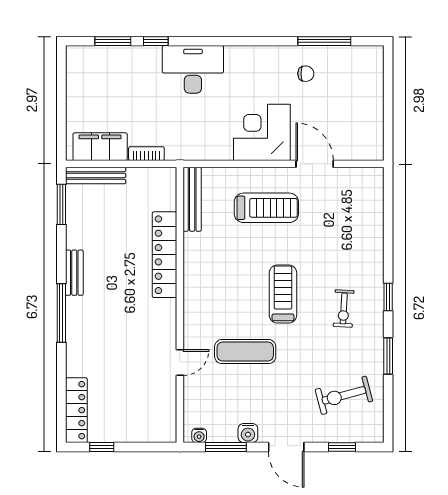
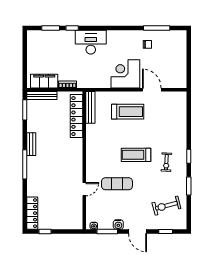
locker: (165, 255) -> (77, 116), moved
treadmill: (283, 294) -> (136, 155), turned -90

